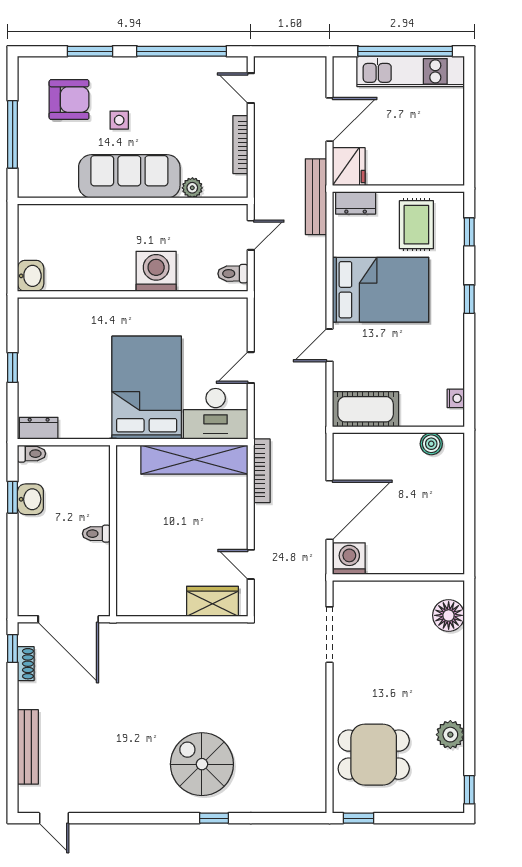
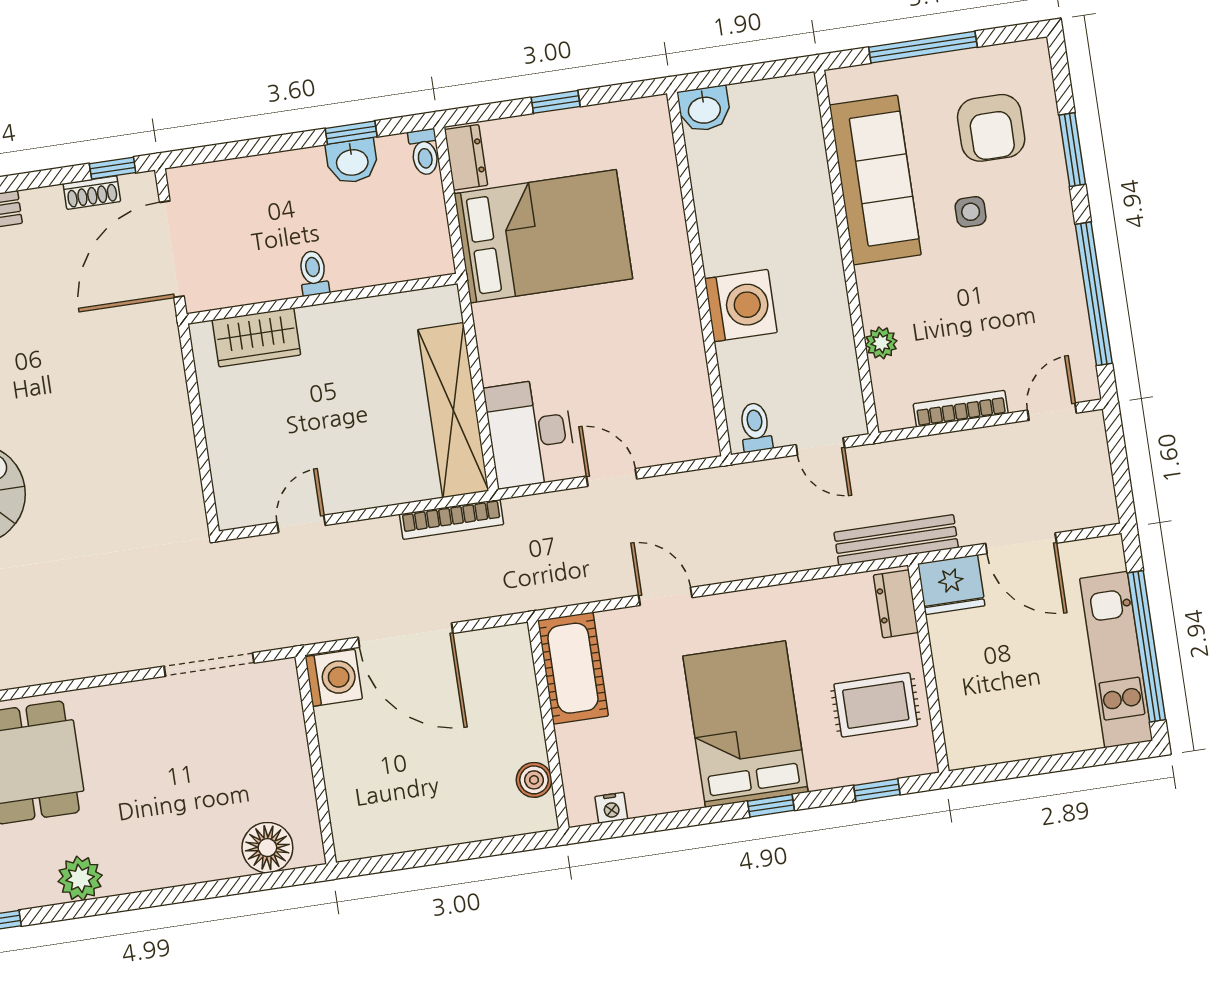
sofa: (129, 176) -> (875, 180), moved
bed: (381, 290) -> (745, 724), moved, turned 180
bed: (147, 388) -> (543, 236), moved
wardrobe: (212, 601) -> (256, 337), moved, turned 90

